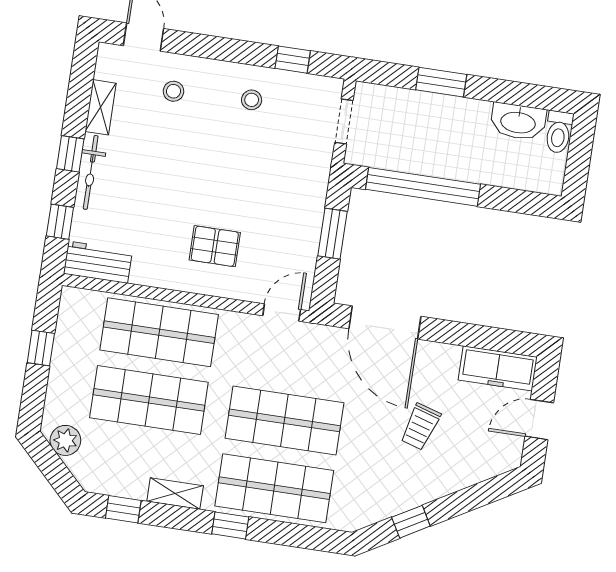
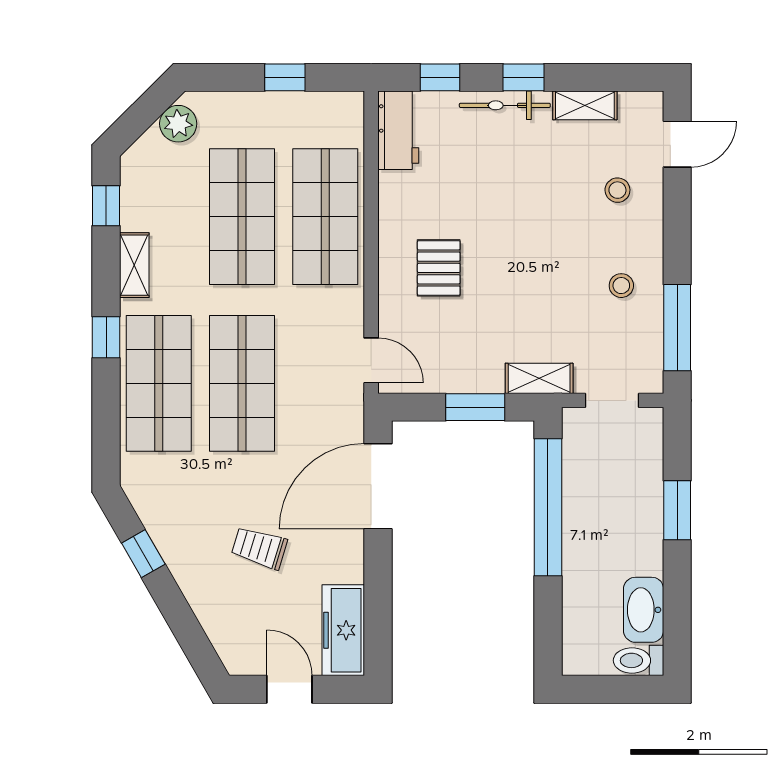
window: (293, 60) -> (677, 328), width x2.17
shelving: (317, 178) -> (539, 378), added

